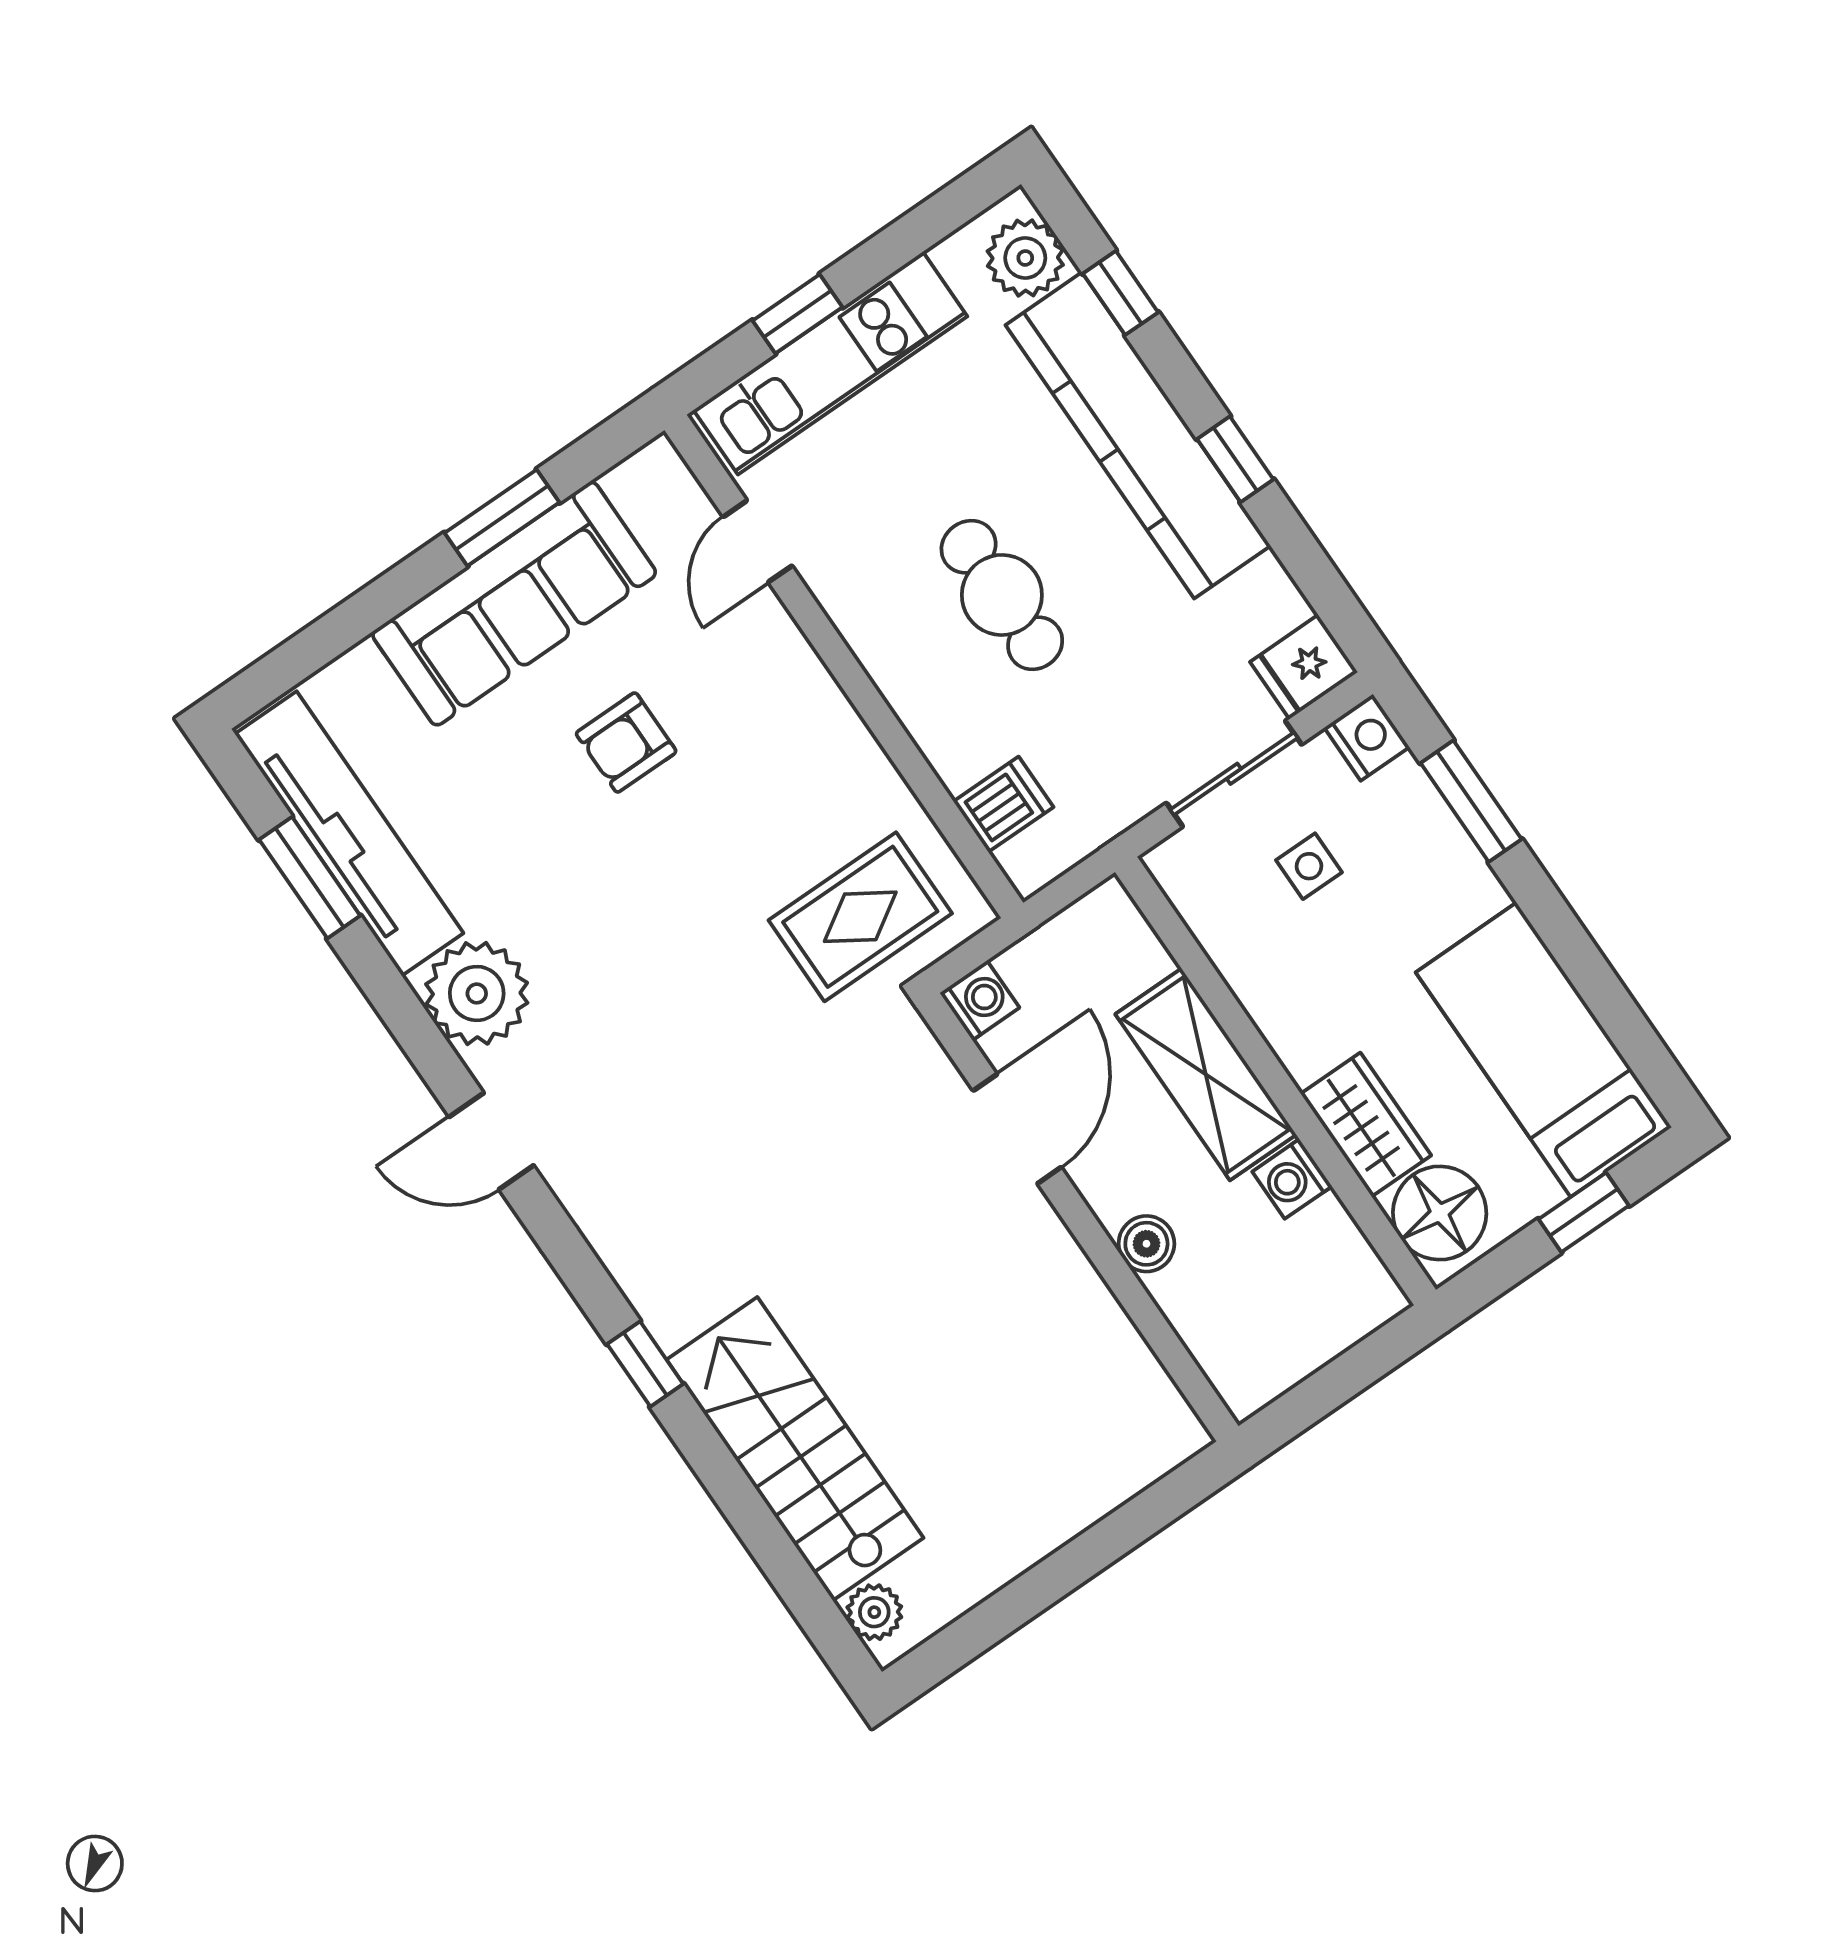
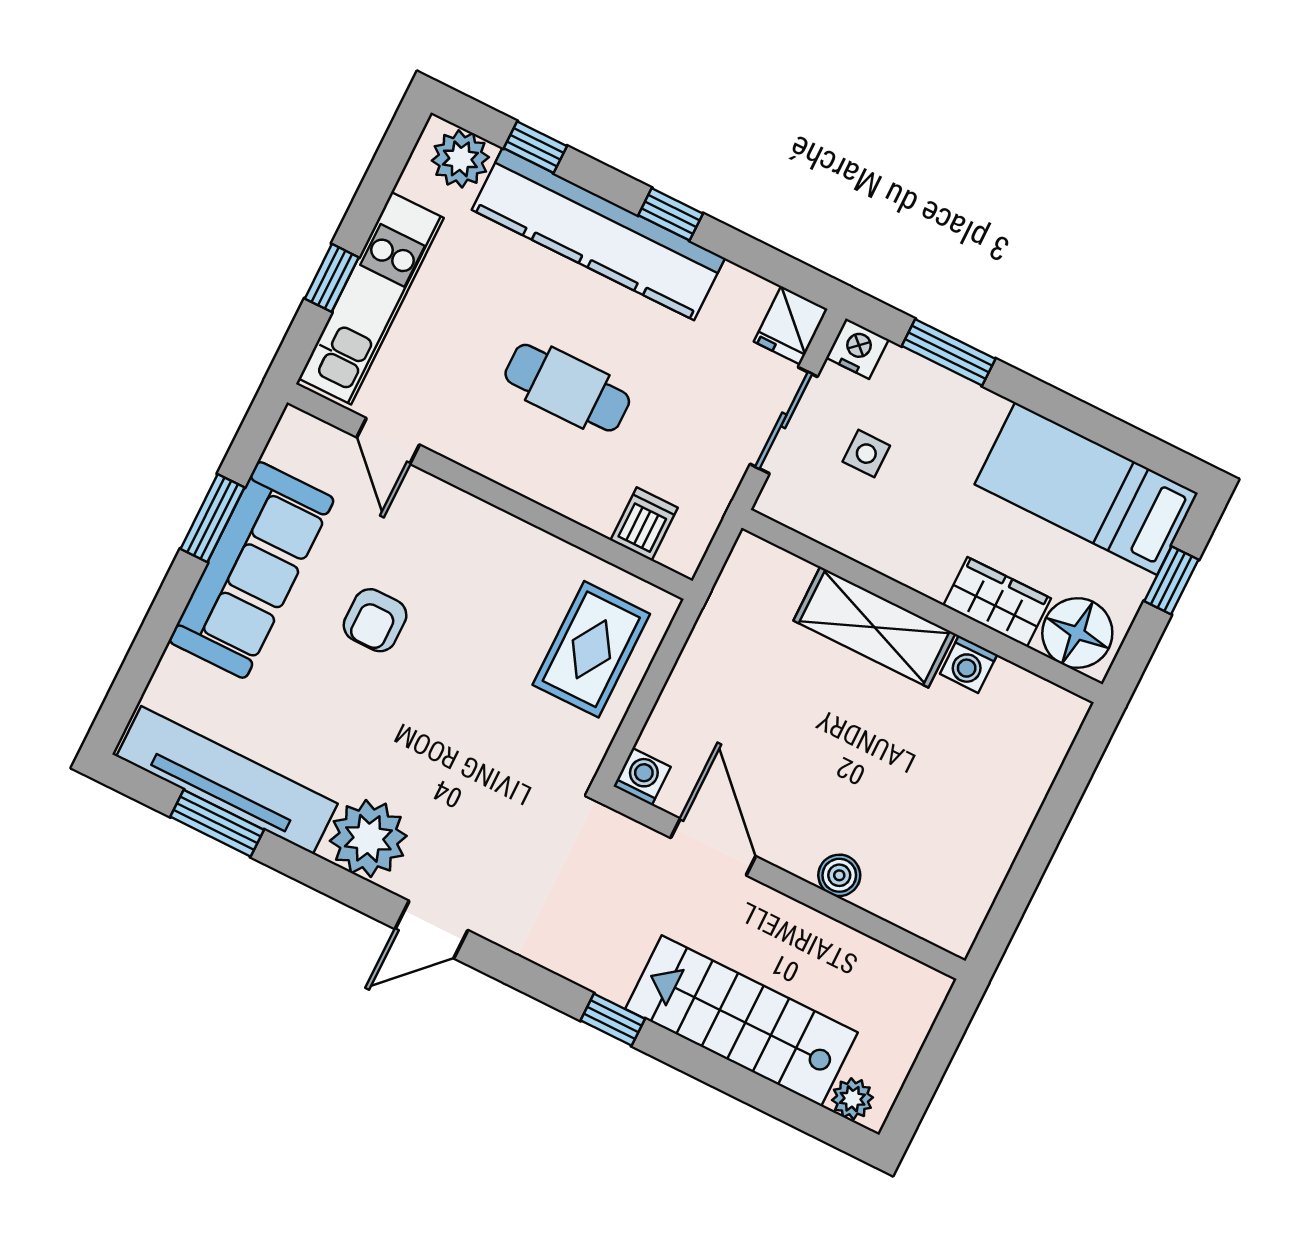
washing machine: (980, 1000) -> (642, 777), moved
door: (1017, 1129) -> (713, 847), moved
wall: (1078, 1217) -> (785, 883), moved
boiler: (1146, 1244) -> (839, 875), moved

